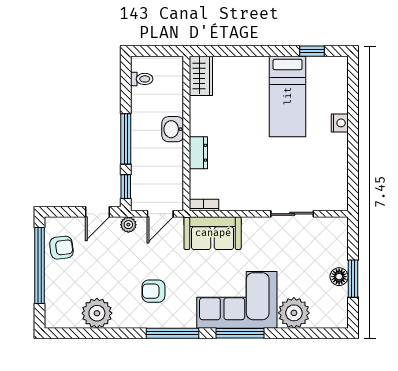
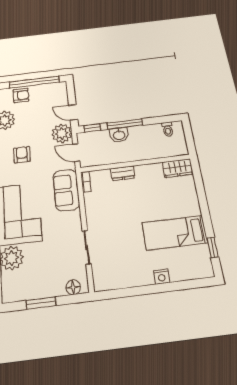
washbasin: (173, 129) -> (119, 135), moved, turned 180
plant: (128, 225) -> (62, 133), width x1.87, depth x1.87
armchair: (61, 248) -> (21, 95), moved, turned -83
floor lamp: (339, 277) -> (73, 287), moved

